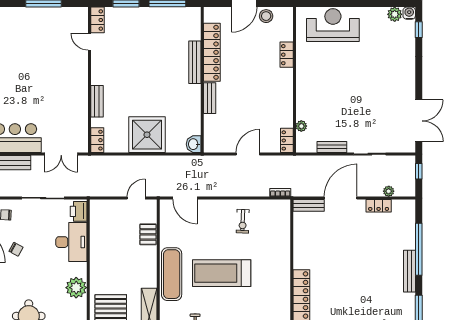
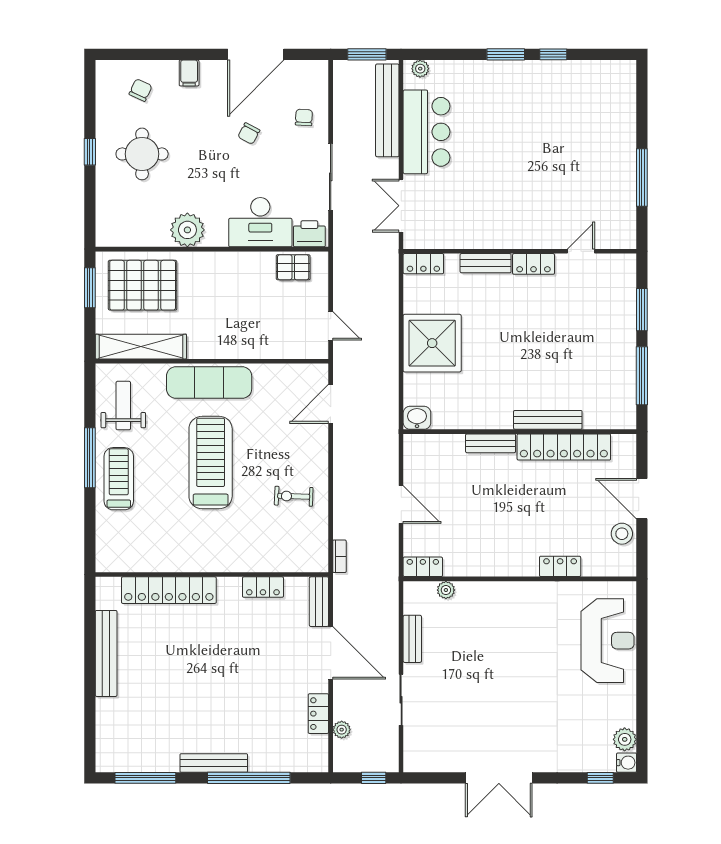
locker: (97, 20) -> (534, 264), moved
double door: (419, 121) -> (499, 778), moved
pallet: (148, 234) -> (293, 267), moved
locker: (299, 240) -> (263, 587), added

